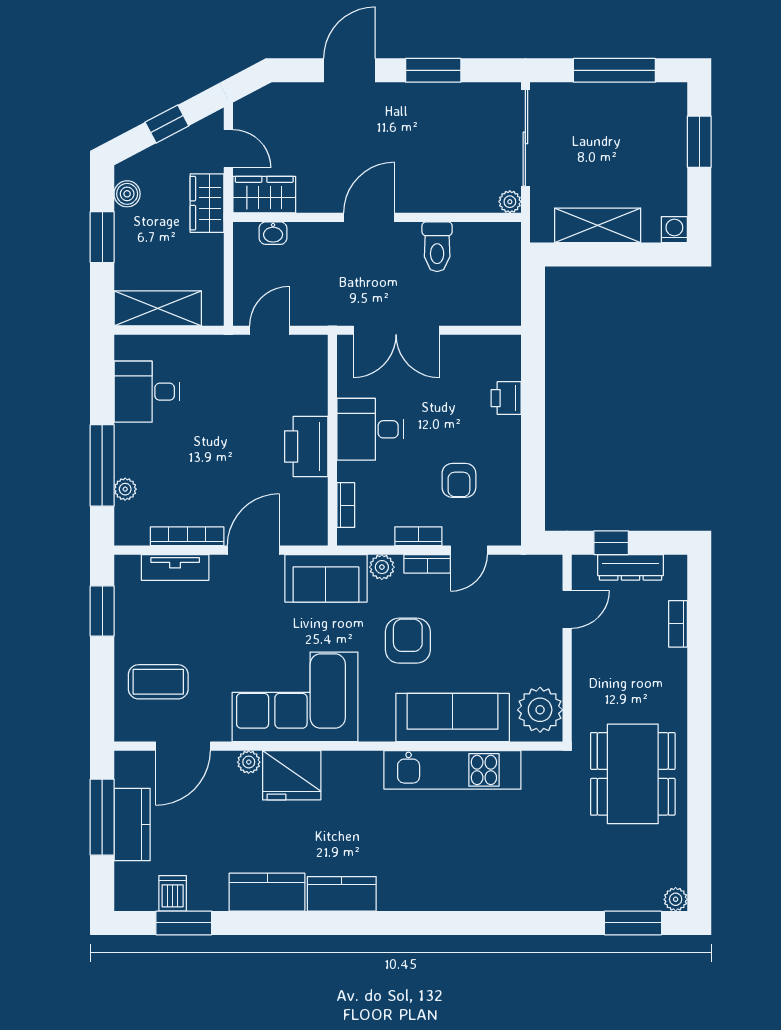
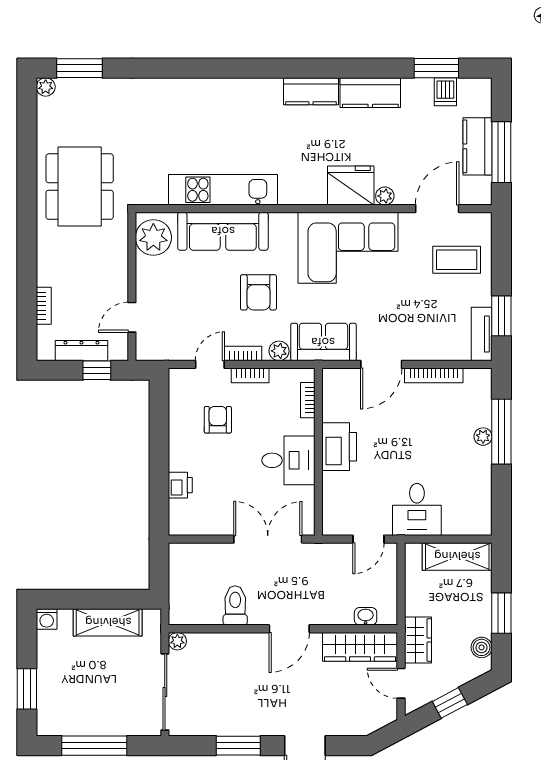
wardrobe: (264, 195) -> (360, 647), width x1.50
desk: (147, 392) -> (417, 509), moved, turned 90
plant: (125, 489) -> (483, 437), moved
tv unit: (175, 567) -> (482, 334), moved, turned -90

